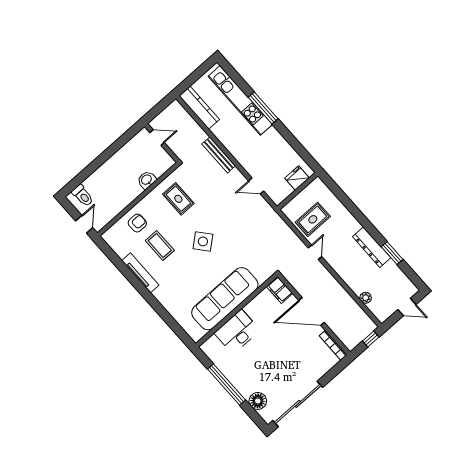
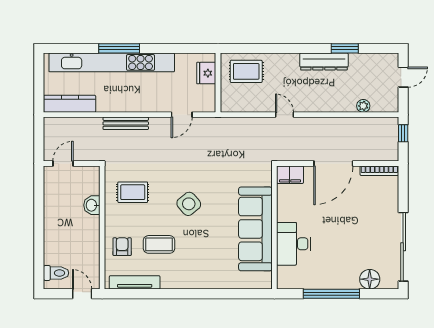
kitchen unit: (240, 100) -> (112, 62), width x1.36
rug: (313, 219) -> (246, 71), moved, turned 90
tv unit: (140, 273) -> (135, 282), moved

